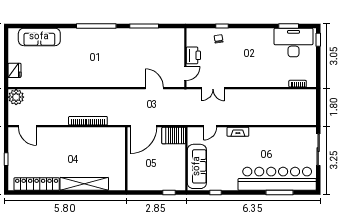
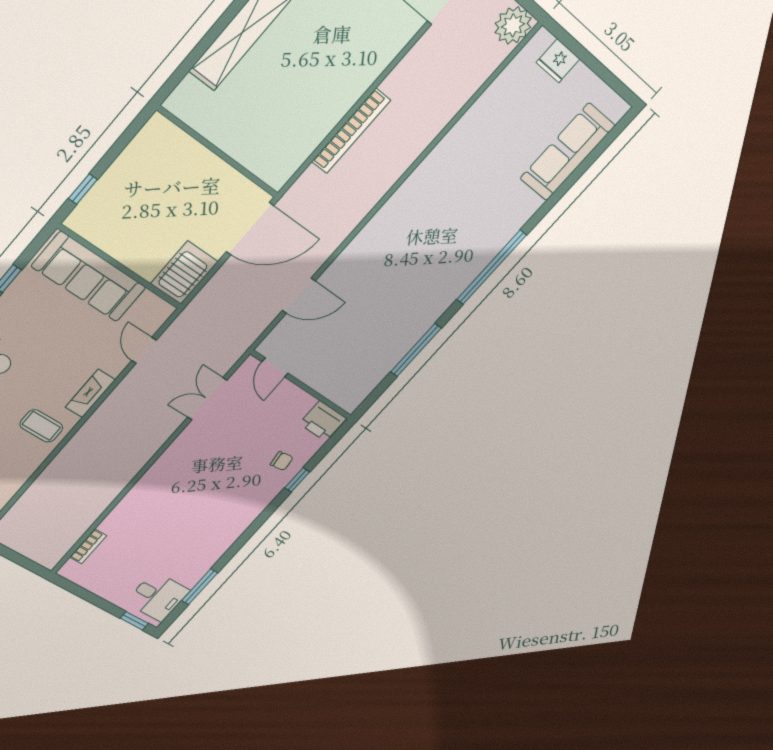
desk: (294, 43) -> (158, 597), width x0.53, depth x0.77
printer: (193, 55) -> (323, 421), moved
door: (143, 126) -> (250, 229), swing flipped
coffee table: (261, 139) -> (41, 426), added

